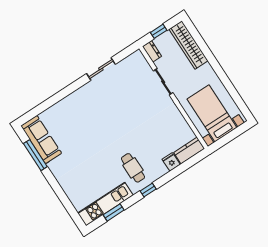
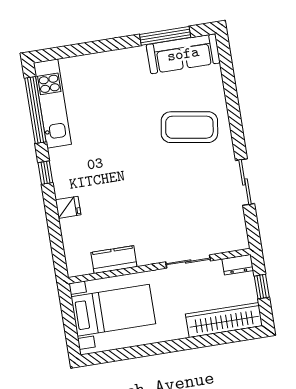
coffee table: (83, 116) -> (189, 127), added
kitchen counter: (189, 151) -> (114, 260), moved, turned -90
fridge: (171, 162) -> (68, 207), moved
cafe table: (133, 168) -> (86, 165), removed
window: (114, 212) -> (35, 110), width x2.11

